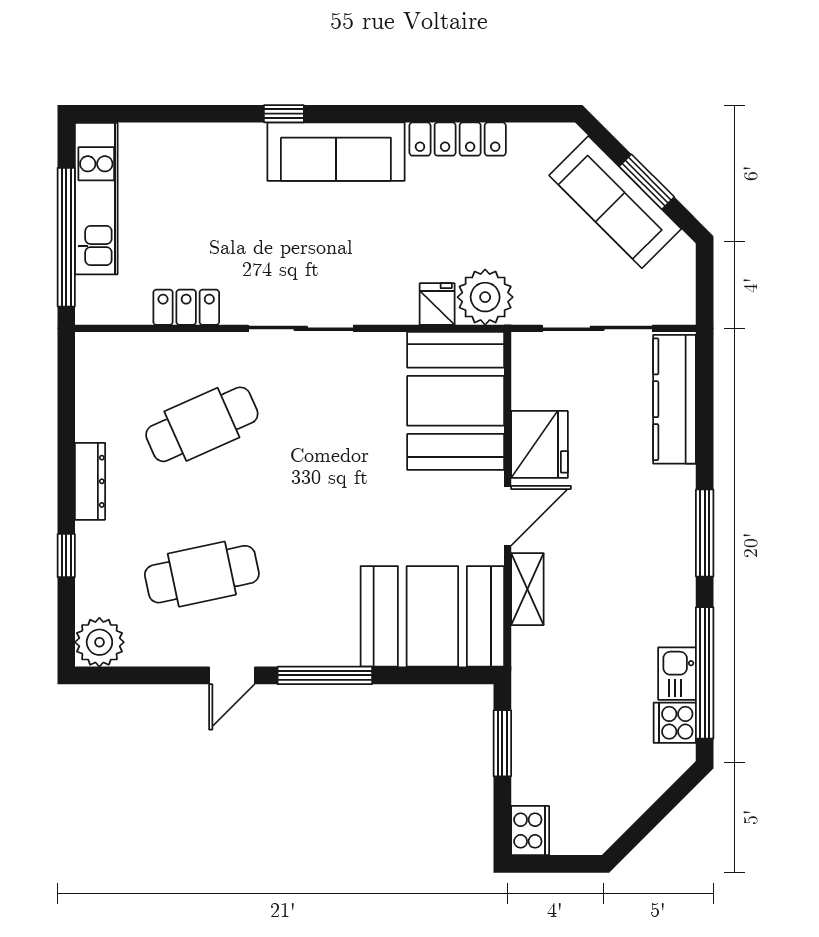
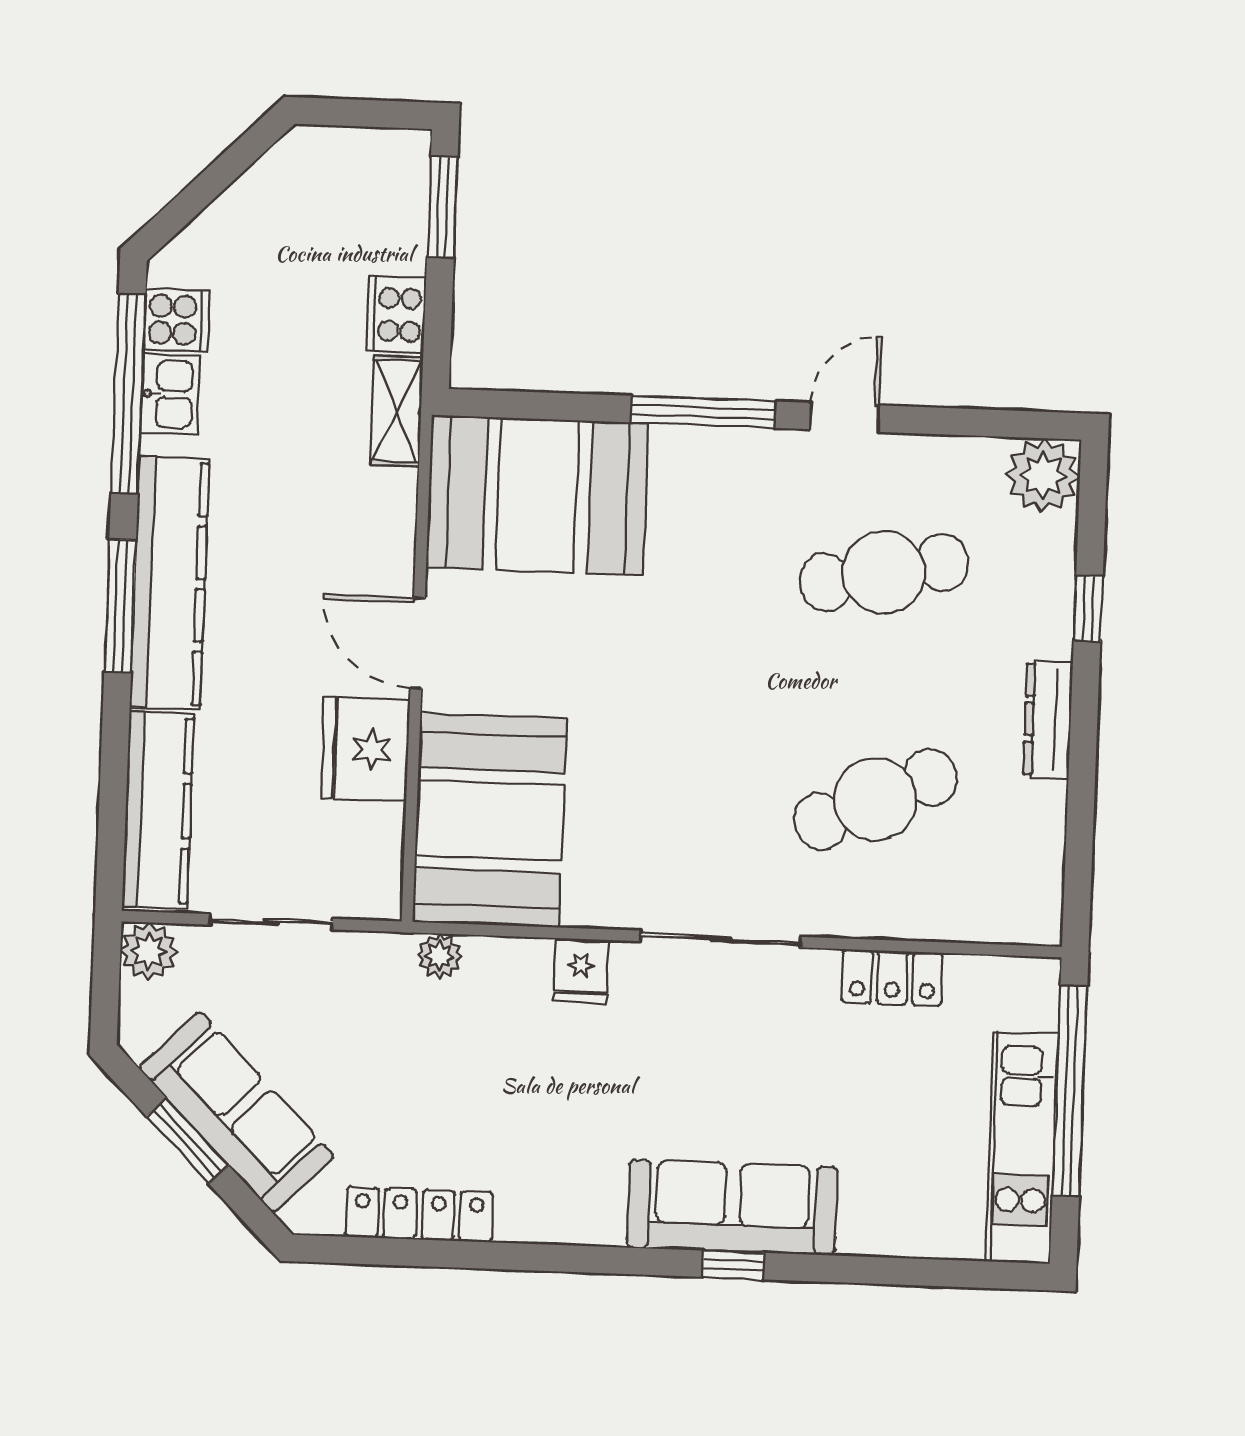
locker: (458, 139) -> (419, 1214), moved
sofa: (336, 152) -> (732, 1207), moved
plant: (485, 297) -> (440, 956), width x0.53, depth x0.53
fridge: (437, 304) -> (581, 971), moved
plant: (677, 306) -> (149, 951), added
sliding door: (597, 328) -> (271, 922), width x0.73
door: (508, 516) -> (418, 643), hinge flipped
kitchen counter: (673, 549) -> (169, 583), added
shelving: (527, 589) -> (397, 411), moved
window: (502, 743) -> (442, 207), moved
cooker: (530, 831) -> (396, 315), moved

